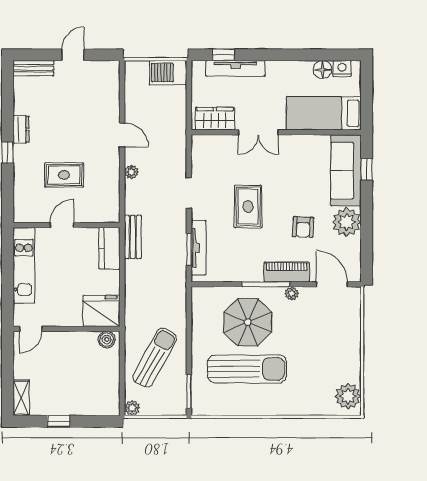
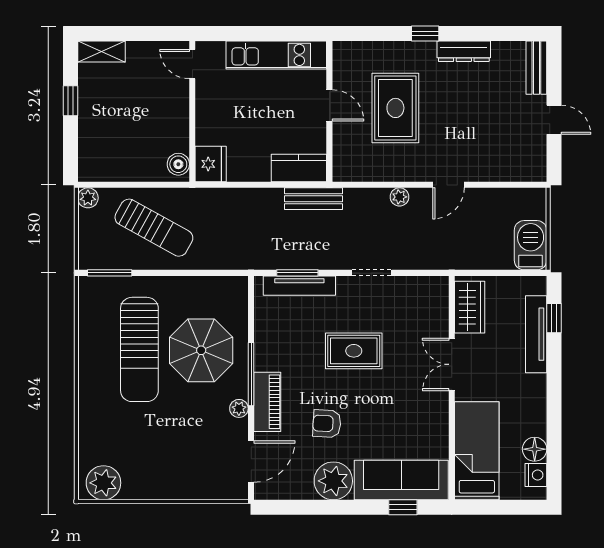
dresser: (21, 129) -> (464, 51), width x1.44
rug: (64, 175) -> (395, 108), width x1.36, depth x1.43
fridge: (101, 311) -> (211, 164), width x0.73, depth x0.75

